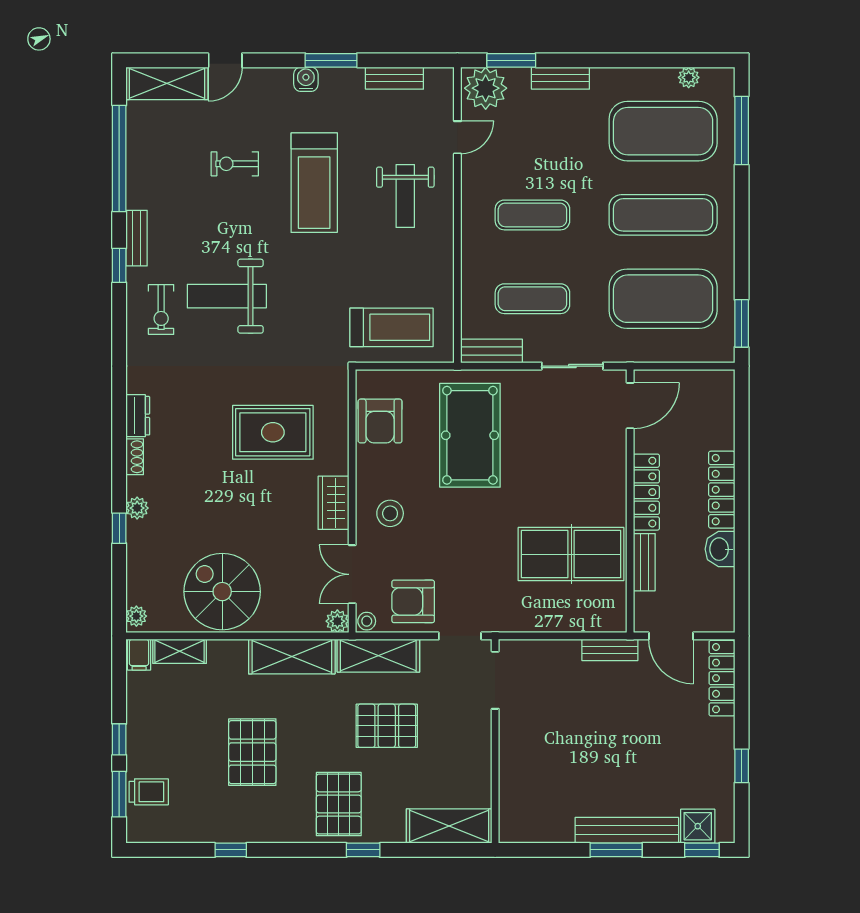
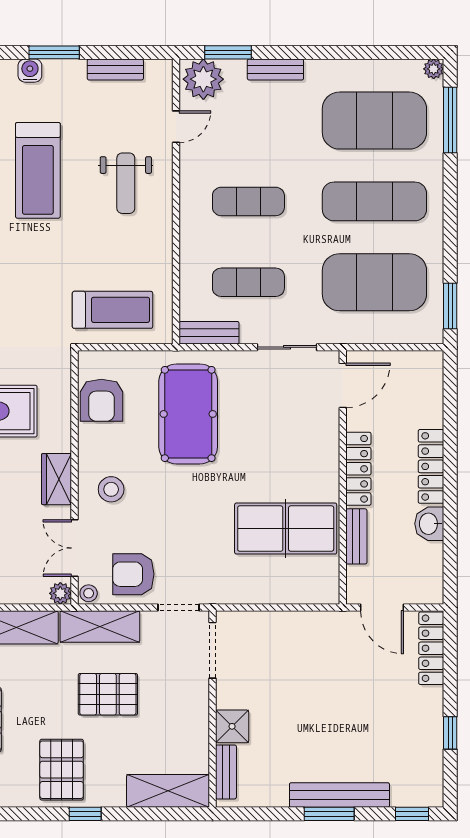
plant: (689, 77) -> (434, 69), moved
bench: (610, 650) -> (226, 772), moved, turned 90
shower: (698, 826) -> (232, 726), moved

